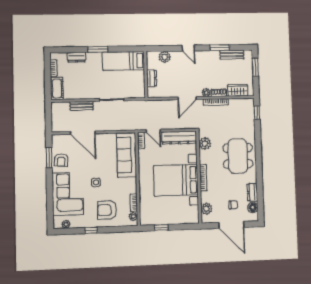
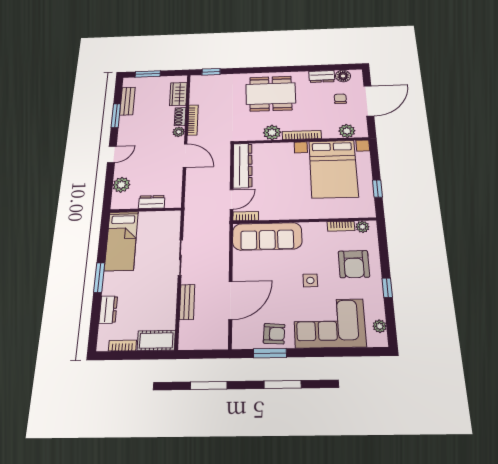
plant: (205, 144) -> (272, 133), moved
bed with nightstands: (176, 180) -> (333, 169), moved

